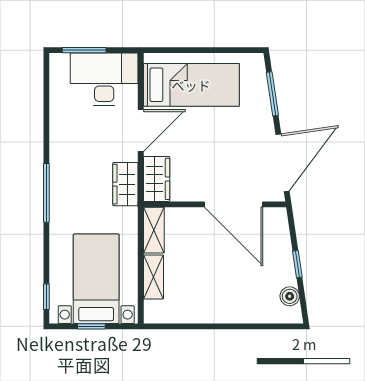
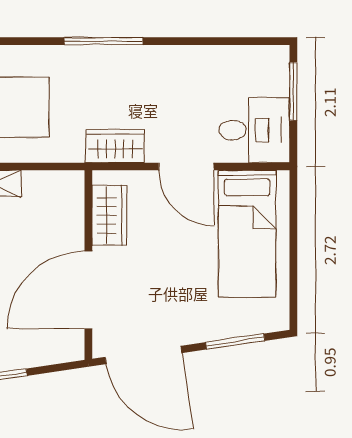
desk: (104, 79) -> (254, 130), width x0.73
wardrobe: (157, 179) -> (109, 215), moved, turned -90
shelving: (154, 230) -> (54, 184), removed

